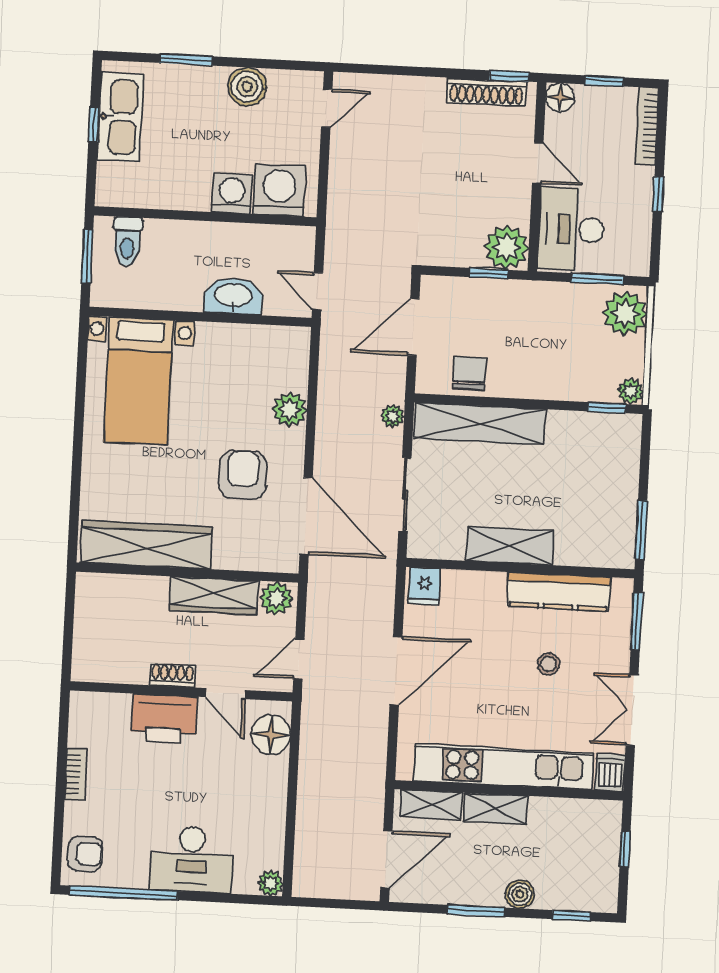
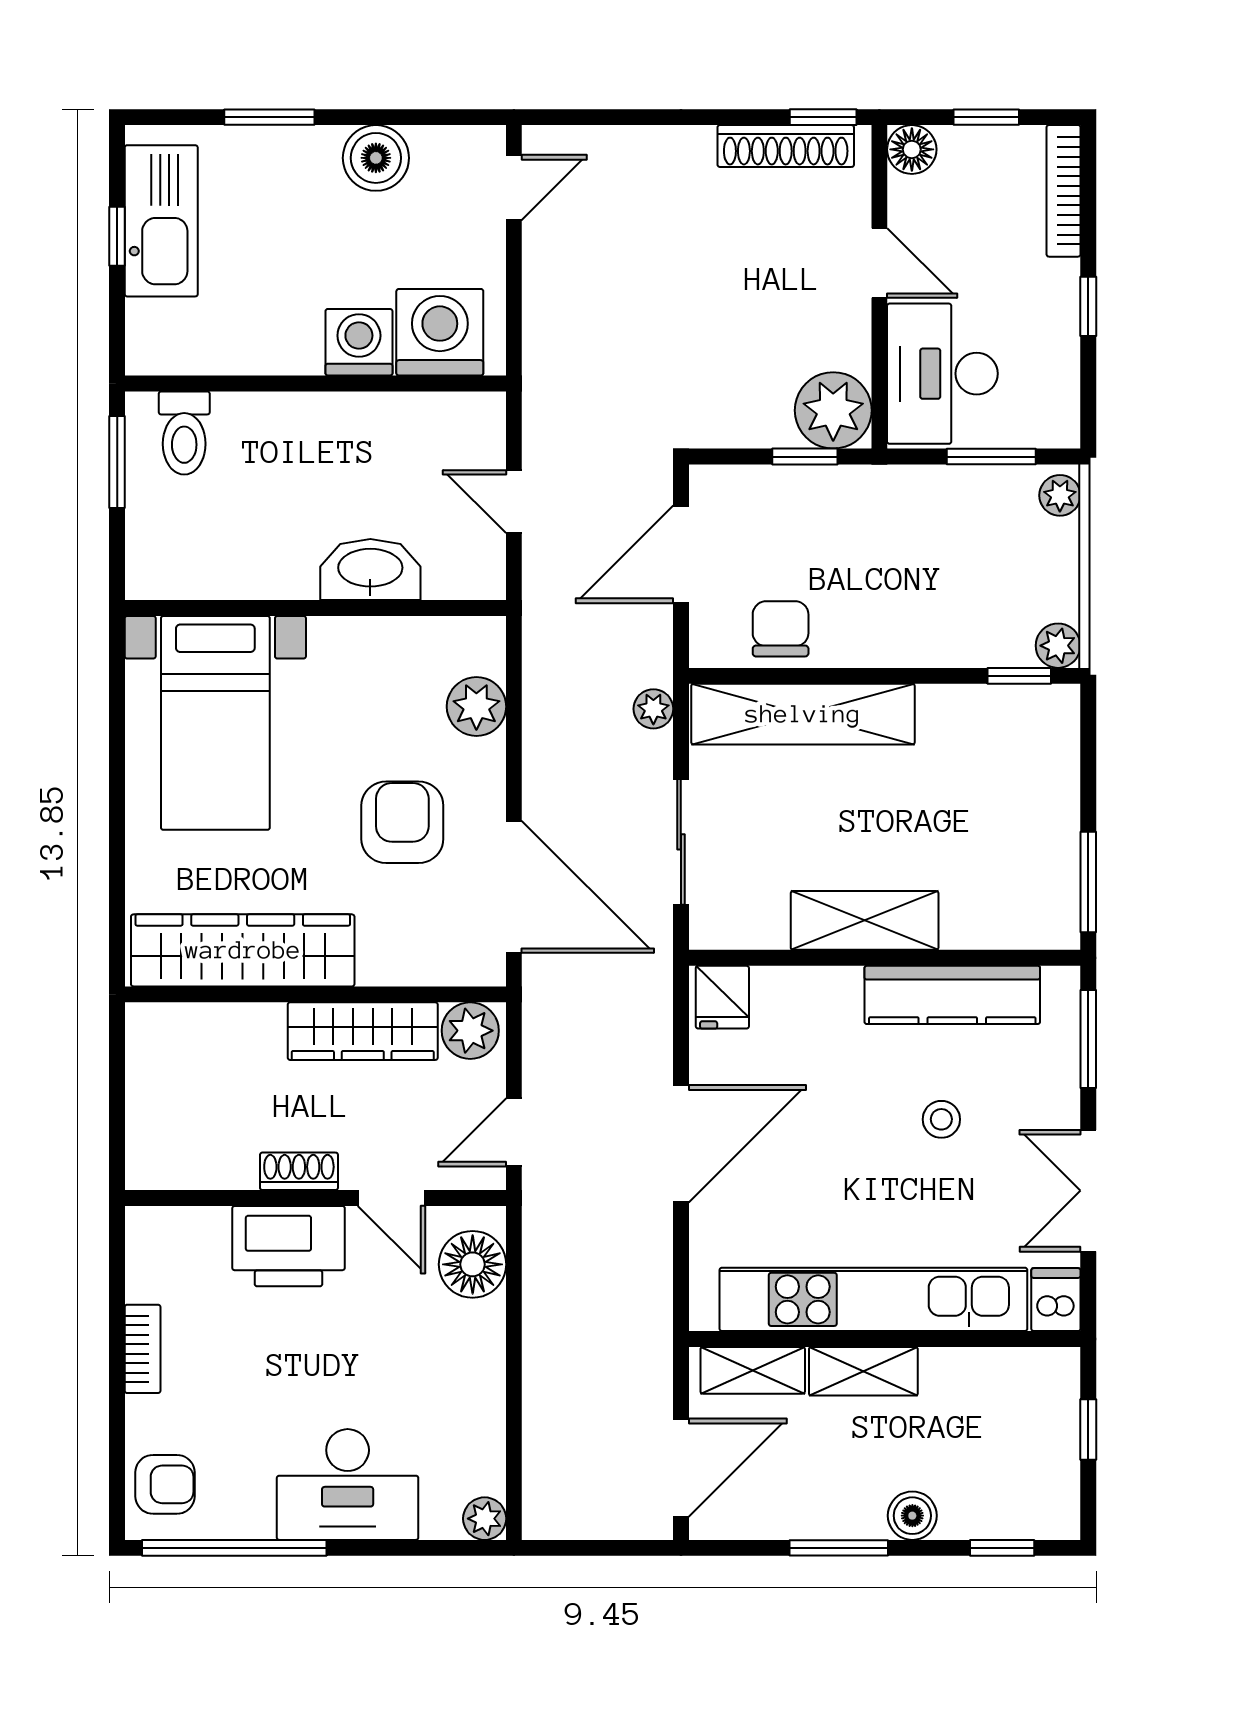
washbasin: (233, 296) -> (370, 570), moved
plant: (625, 314) -> (1060, 495), width x0.53, depth x0.53
wall: (200, 317) -> (315, 608), moved
bed with nightstands: (138, 381) -> (215, 723), moved

